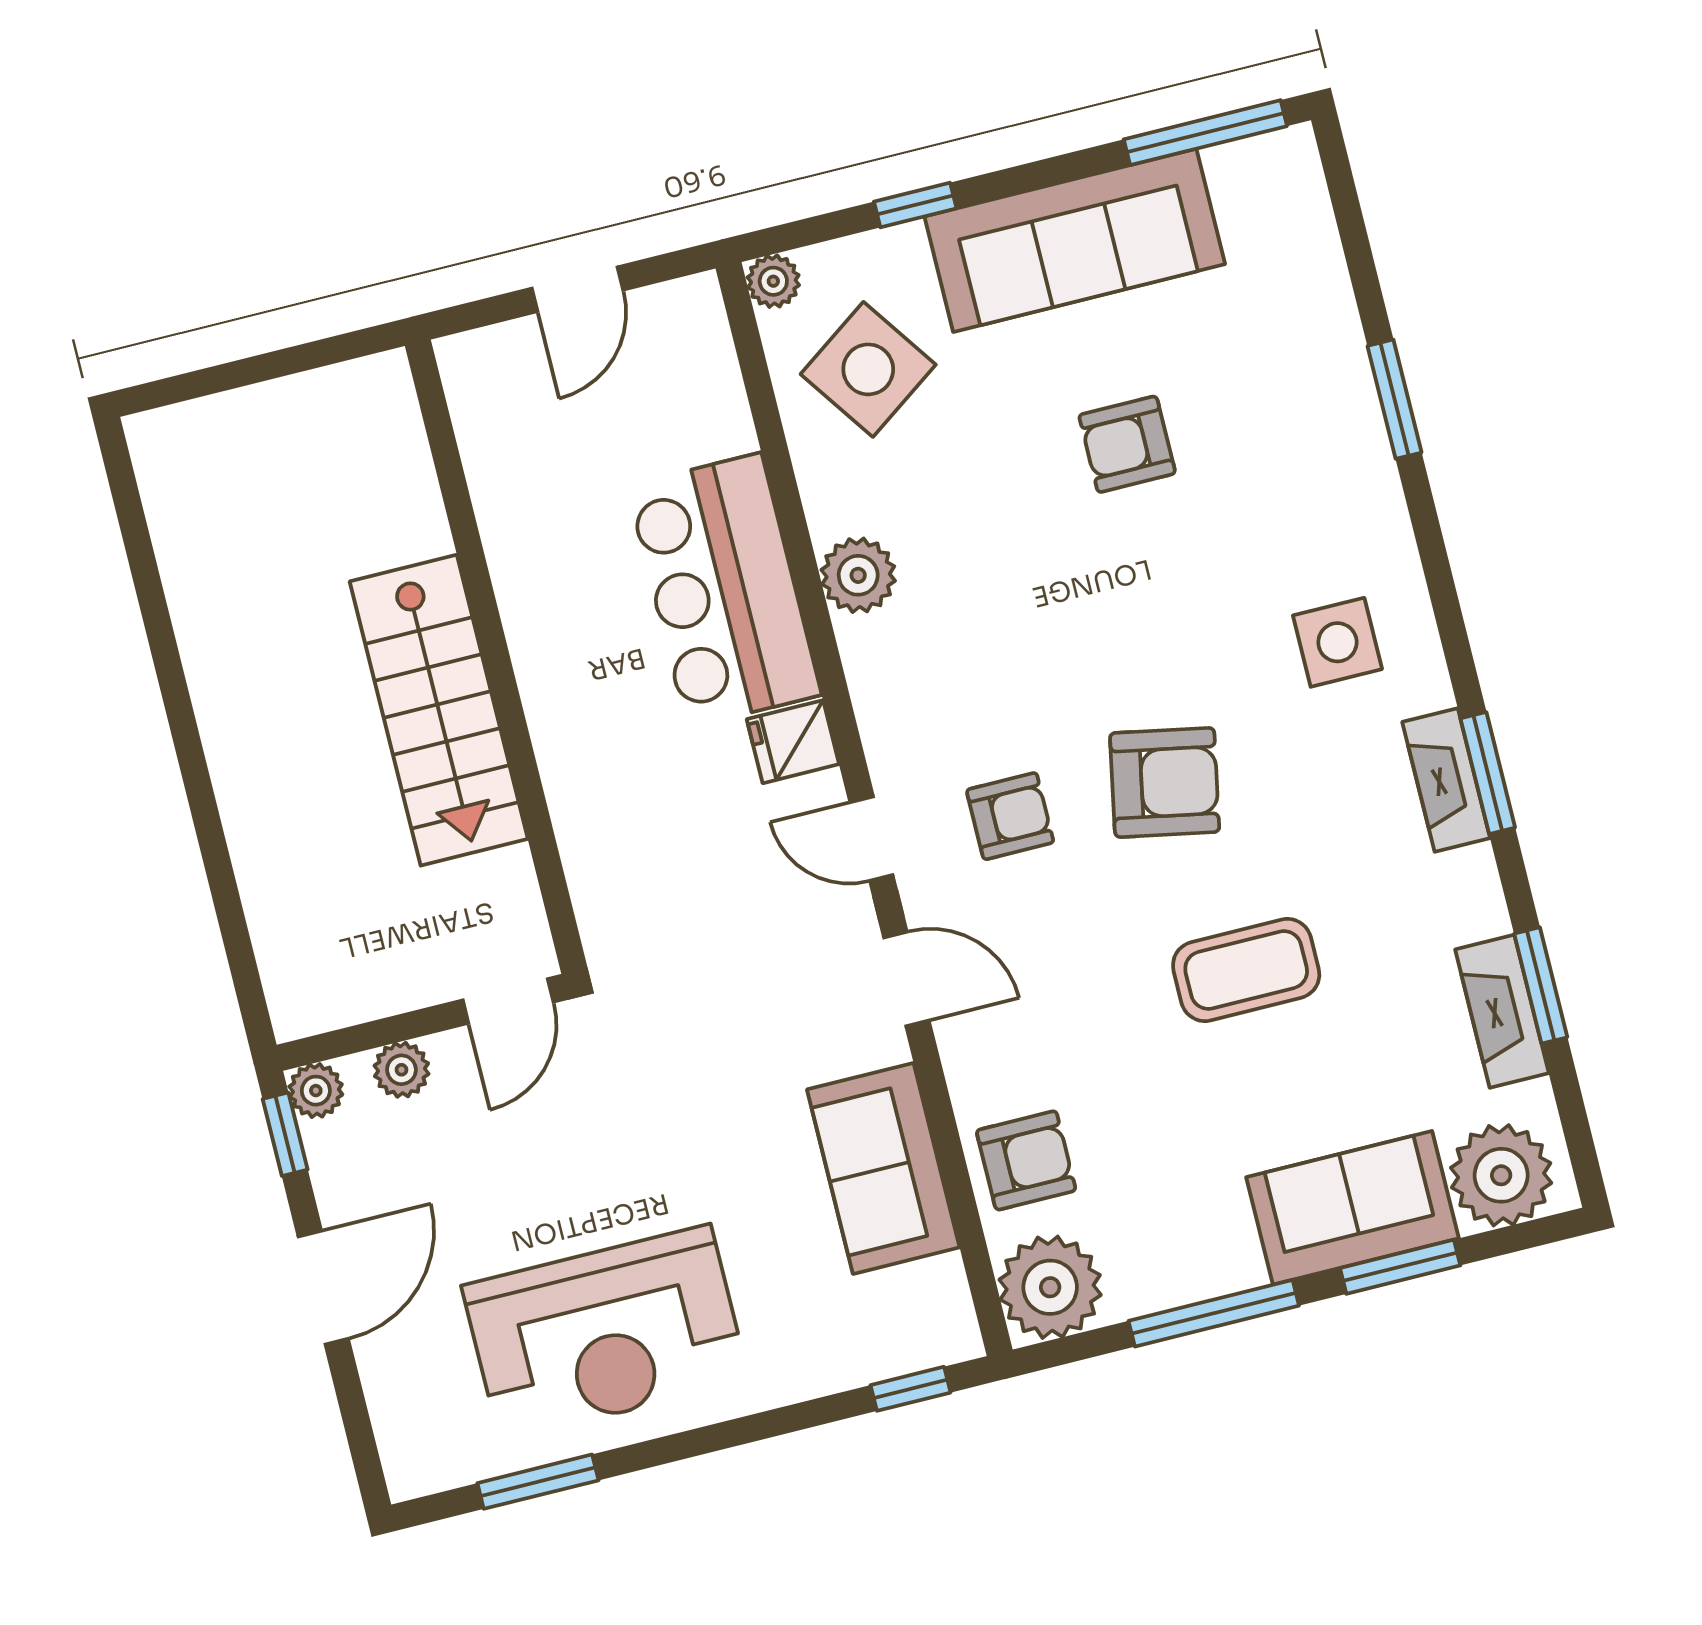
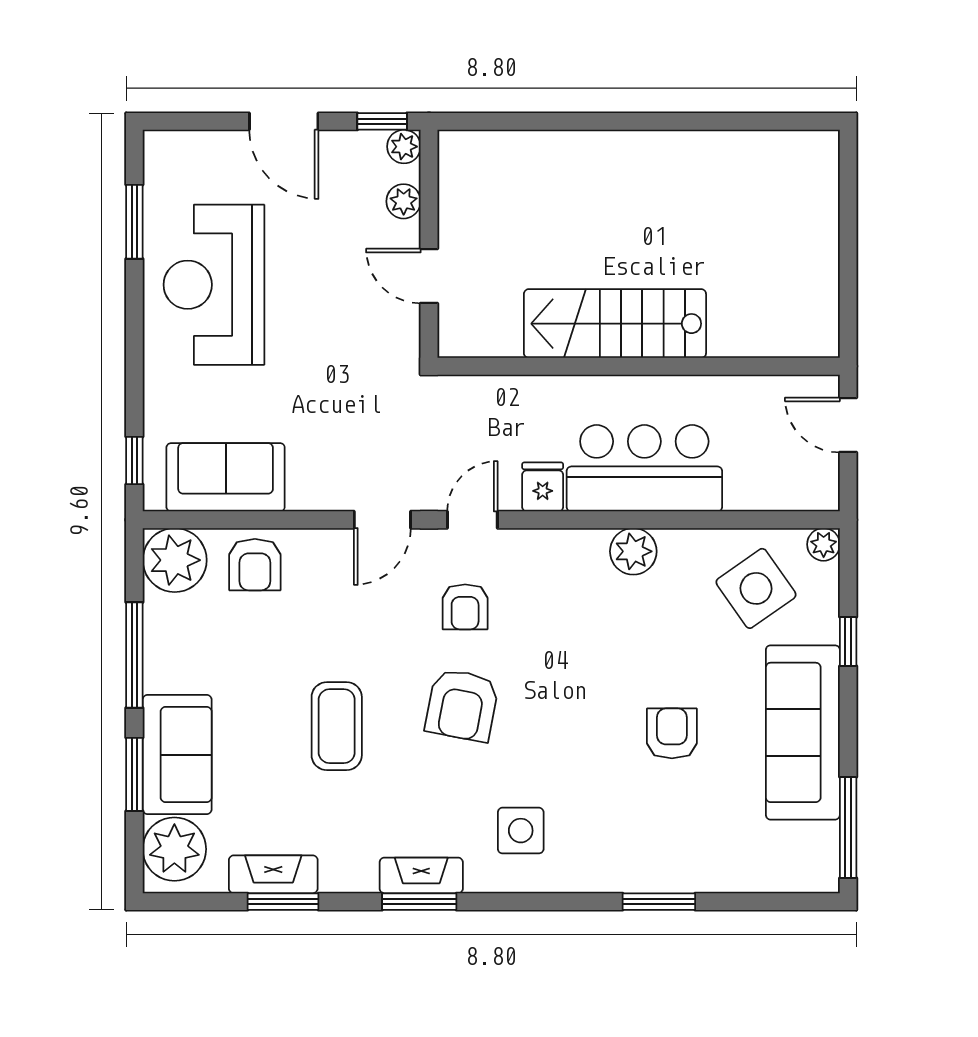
wall: (496, 657) -> (639, 366), moved
stairs: (439, 710) -> (615, 324), moved
sofa: (883, 1168) -> (226, 477), moved

